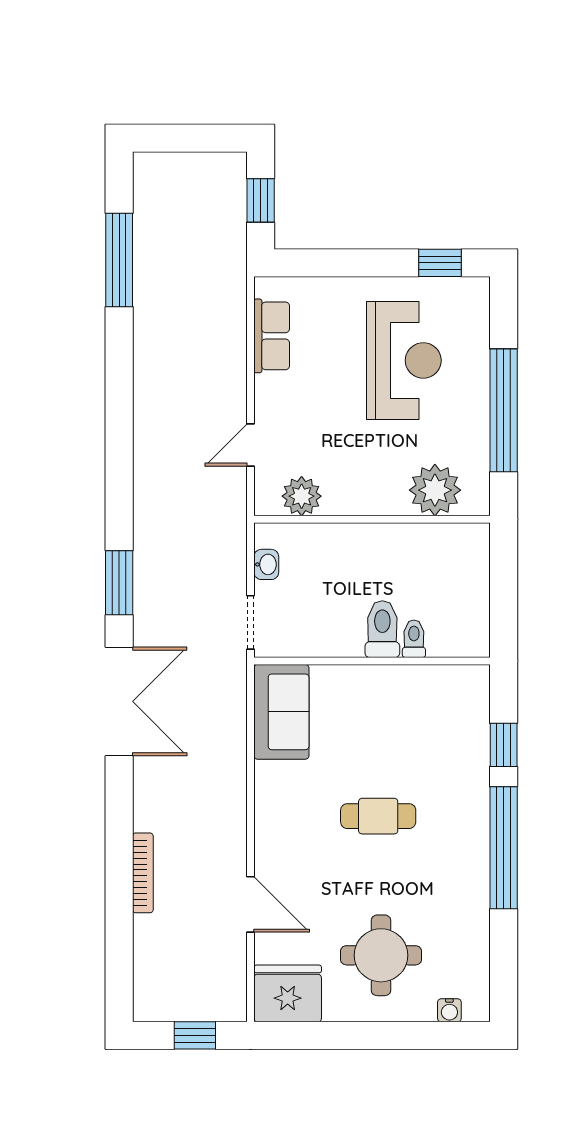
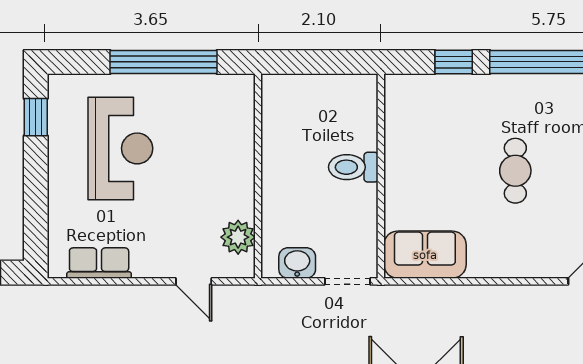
reception desk: (404, 360) -> (120, 148), turned 90
plant: (435, 490) -> (233, 121), removed
washbasin: (266, 564) -> (297, 263), width x1.38, depth x1.45
toilet: (414, 639) -> (362, 140), removed

